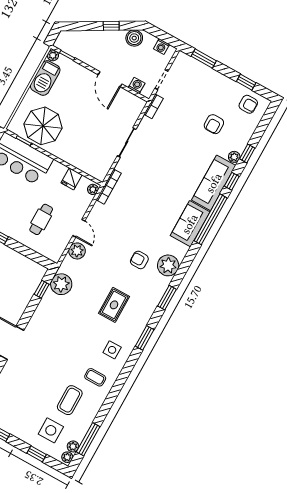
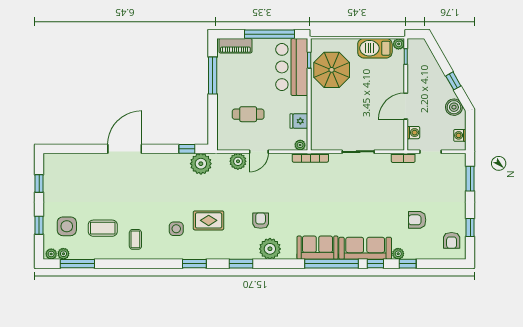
side table: (112, 350) -> (176, 229), moved

